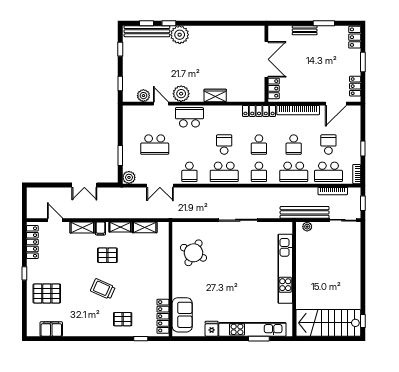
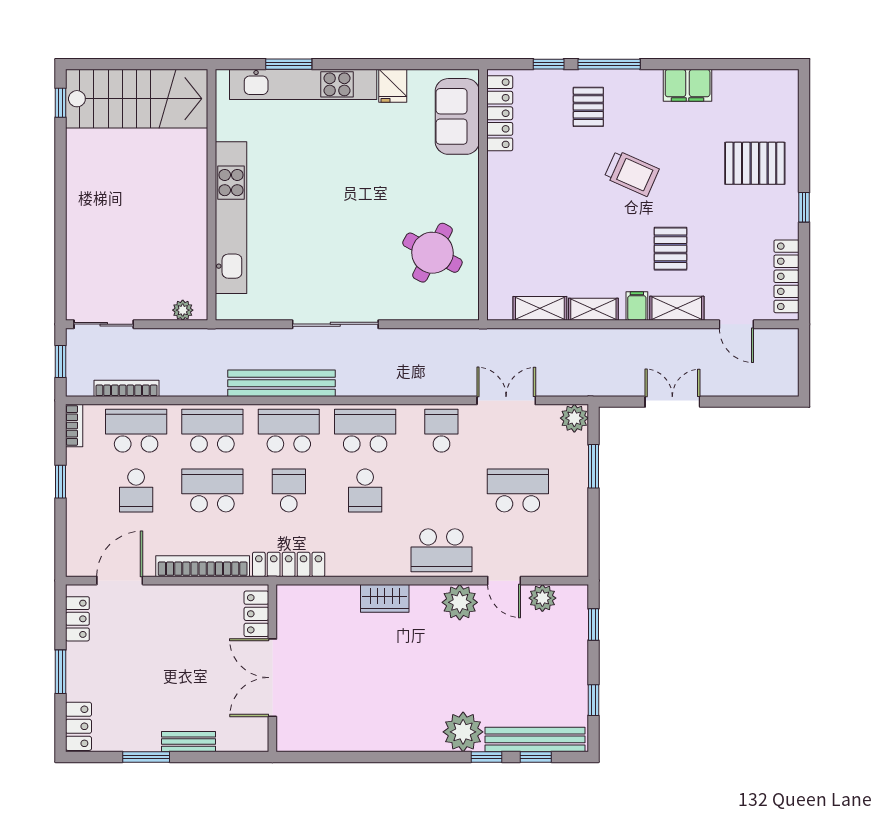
school desk: (294, 145) -> (212, 490), width x1.85
school desk: (259, 172) -> (289, 431), width x1.85
bench: (305, 212) -> (282, 383), moved
pallet: (107, 255) -> (670, 249), moved, turned 90
pallet: (123, 319) -> (588, 107), turned 90
filing cabinet: (51, 329) -> (688, 85), moved
window: (113, 339) -> (609, 64), added

